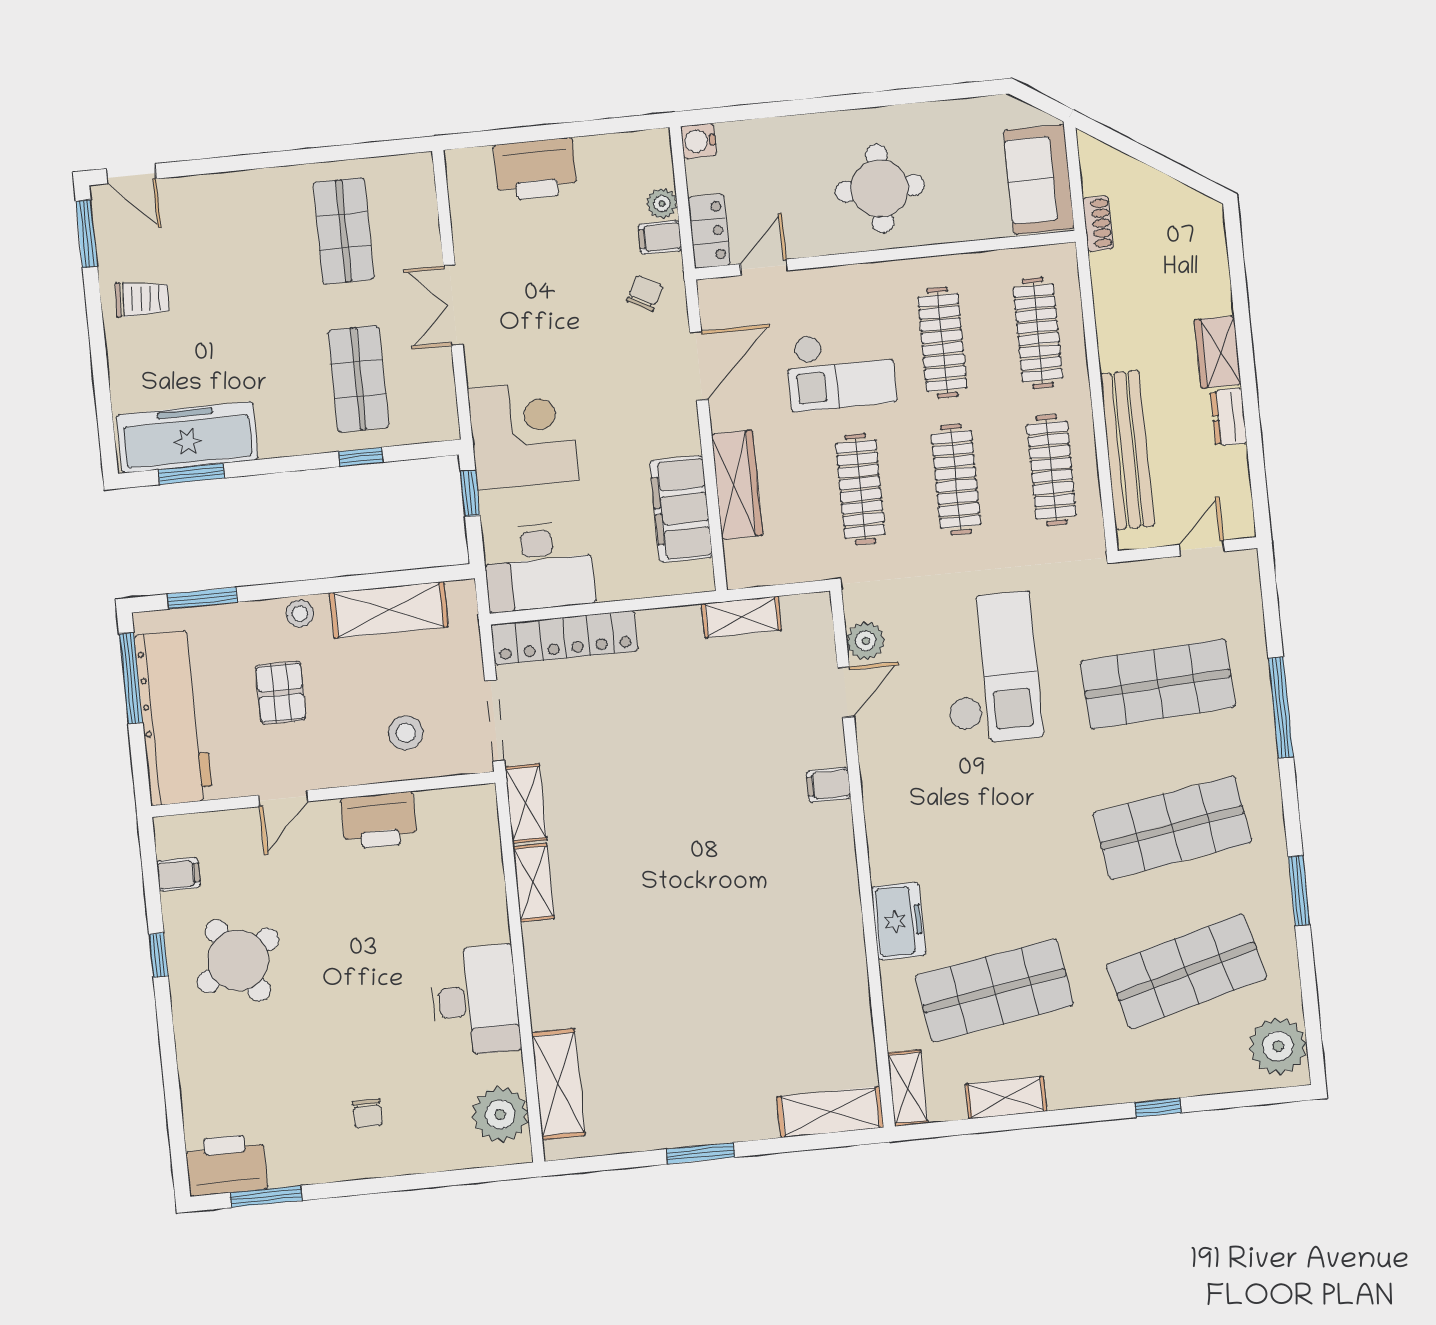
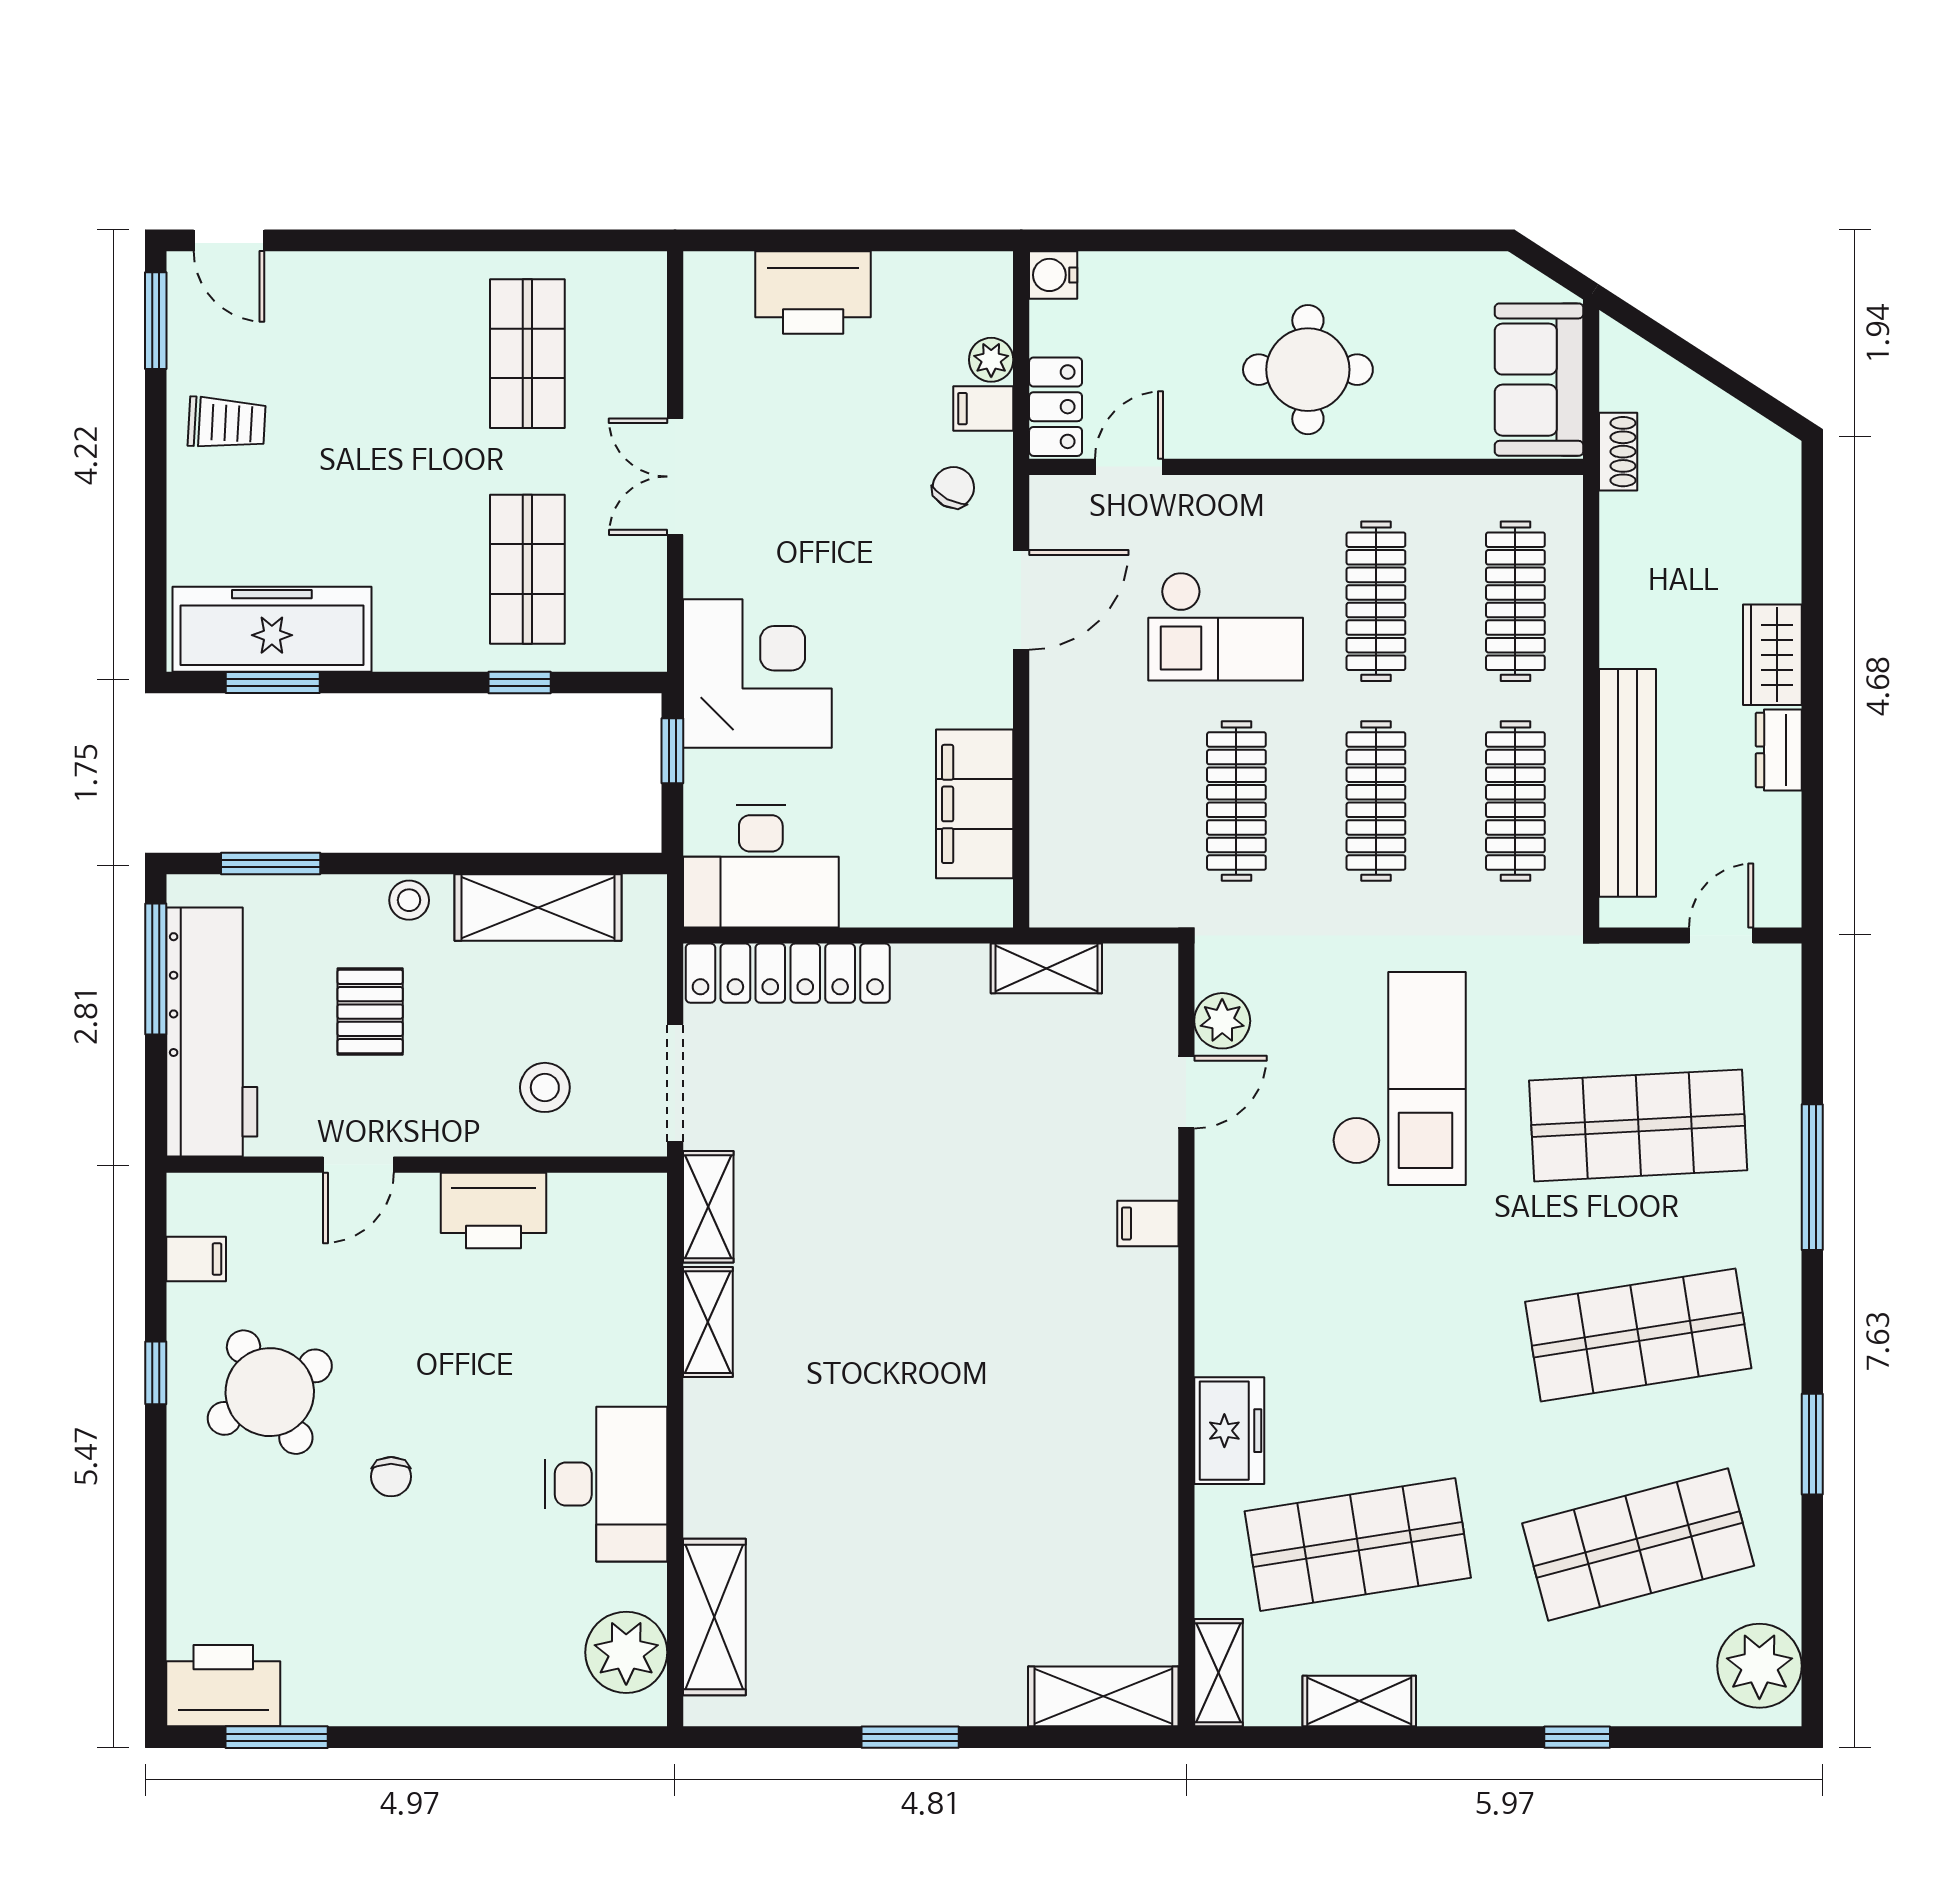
wardrobe: (737, 485) -> (1059, 777), removed
chair: (367, 1113) -> (391, 1477), moved

